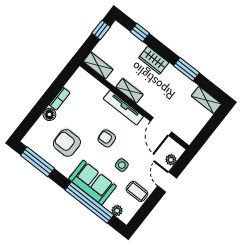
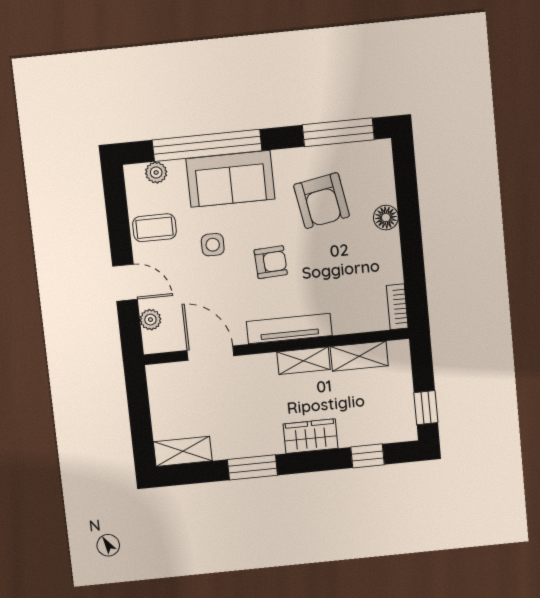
shelving: (98, 65) -> (359, 356), moved
bookcase: (60, 99) -> (397, 307), moved
armchair: (67, 143) -> (322, 201), turned 80

